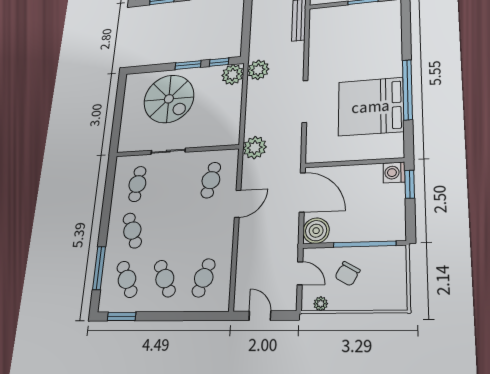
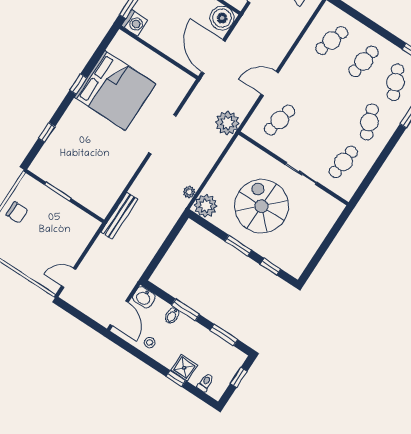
window: (406, 36) -> (47, 132), added
window: (219, 62) -> (270, 267), moved
plant: (258, 70) -> (189, 192), width x0.53, depth x0.53
window: (407, 90) -> (78, 84), width x0.32
spiral stairs: (169, 99) -> (261, 206), moved
cafe table: (165, 279) -> (364, 61), turned 33

